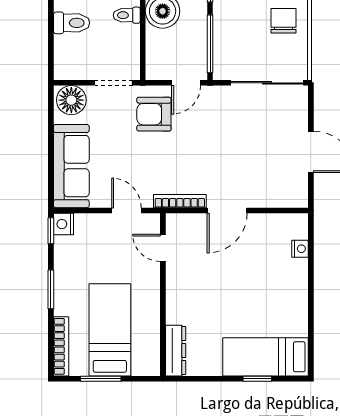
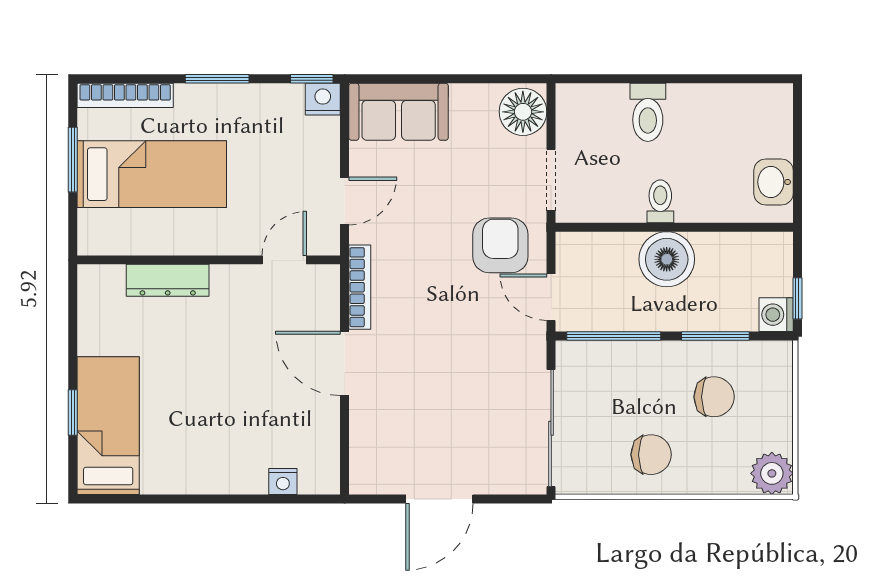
sofa: (71, 166) -> (399, 112), width x0.73
dresser: (176, 351) -> (168, 280), moved

